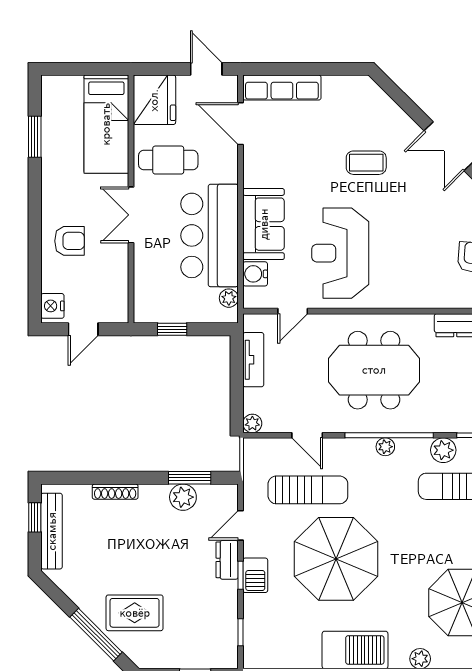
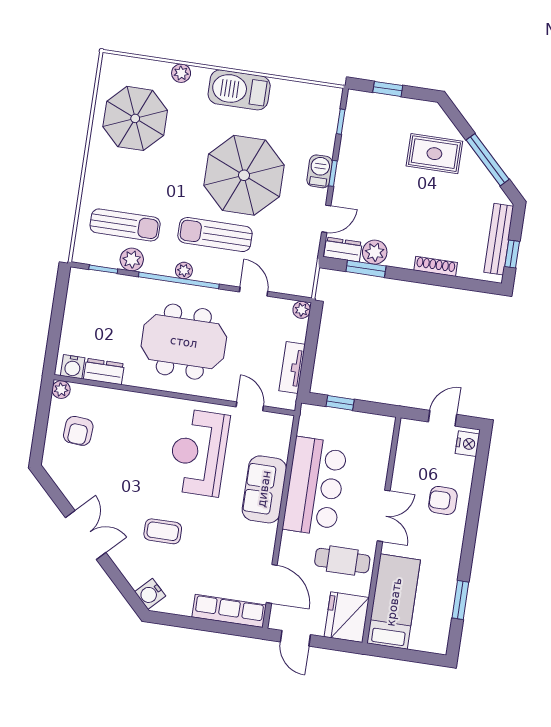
reception desk: (340, 253) -> (199, 453), turned 180
water cooler: (255, 274) -> (150, 594), moved, turned 135
plant: (229, 298) -> (306, 427), removed
door: (293, 311) -> (250, 406), hinge flipped
window: (172, 329) -> (340, 403), moved
sun lounger: (308, 490) -> (215, 235), moved
dresser: (227, 560) -> (343, 250), moved, turned -90
window: (96, 635) -> (488, 160), moved

